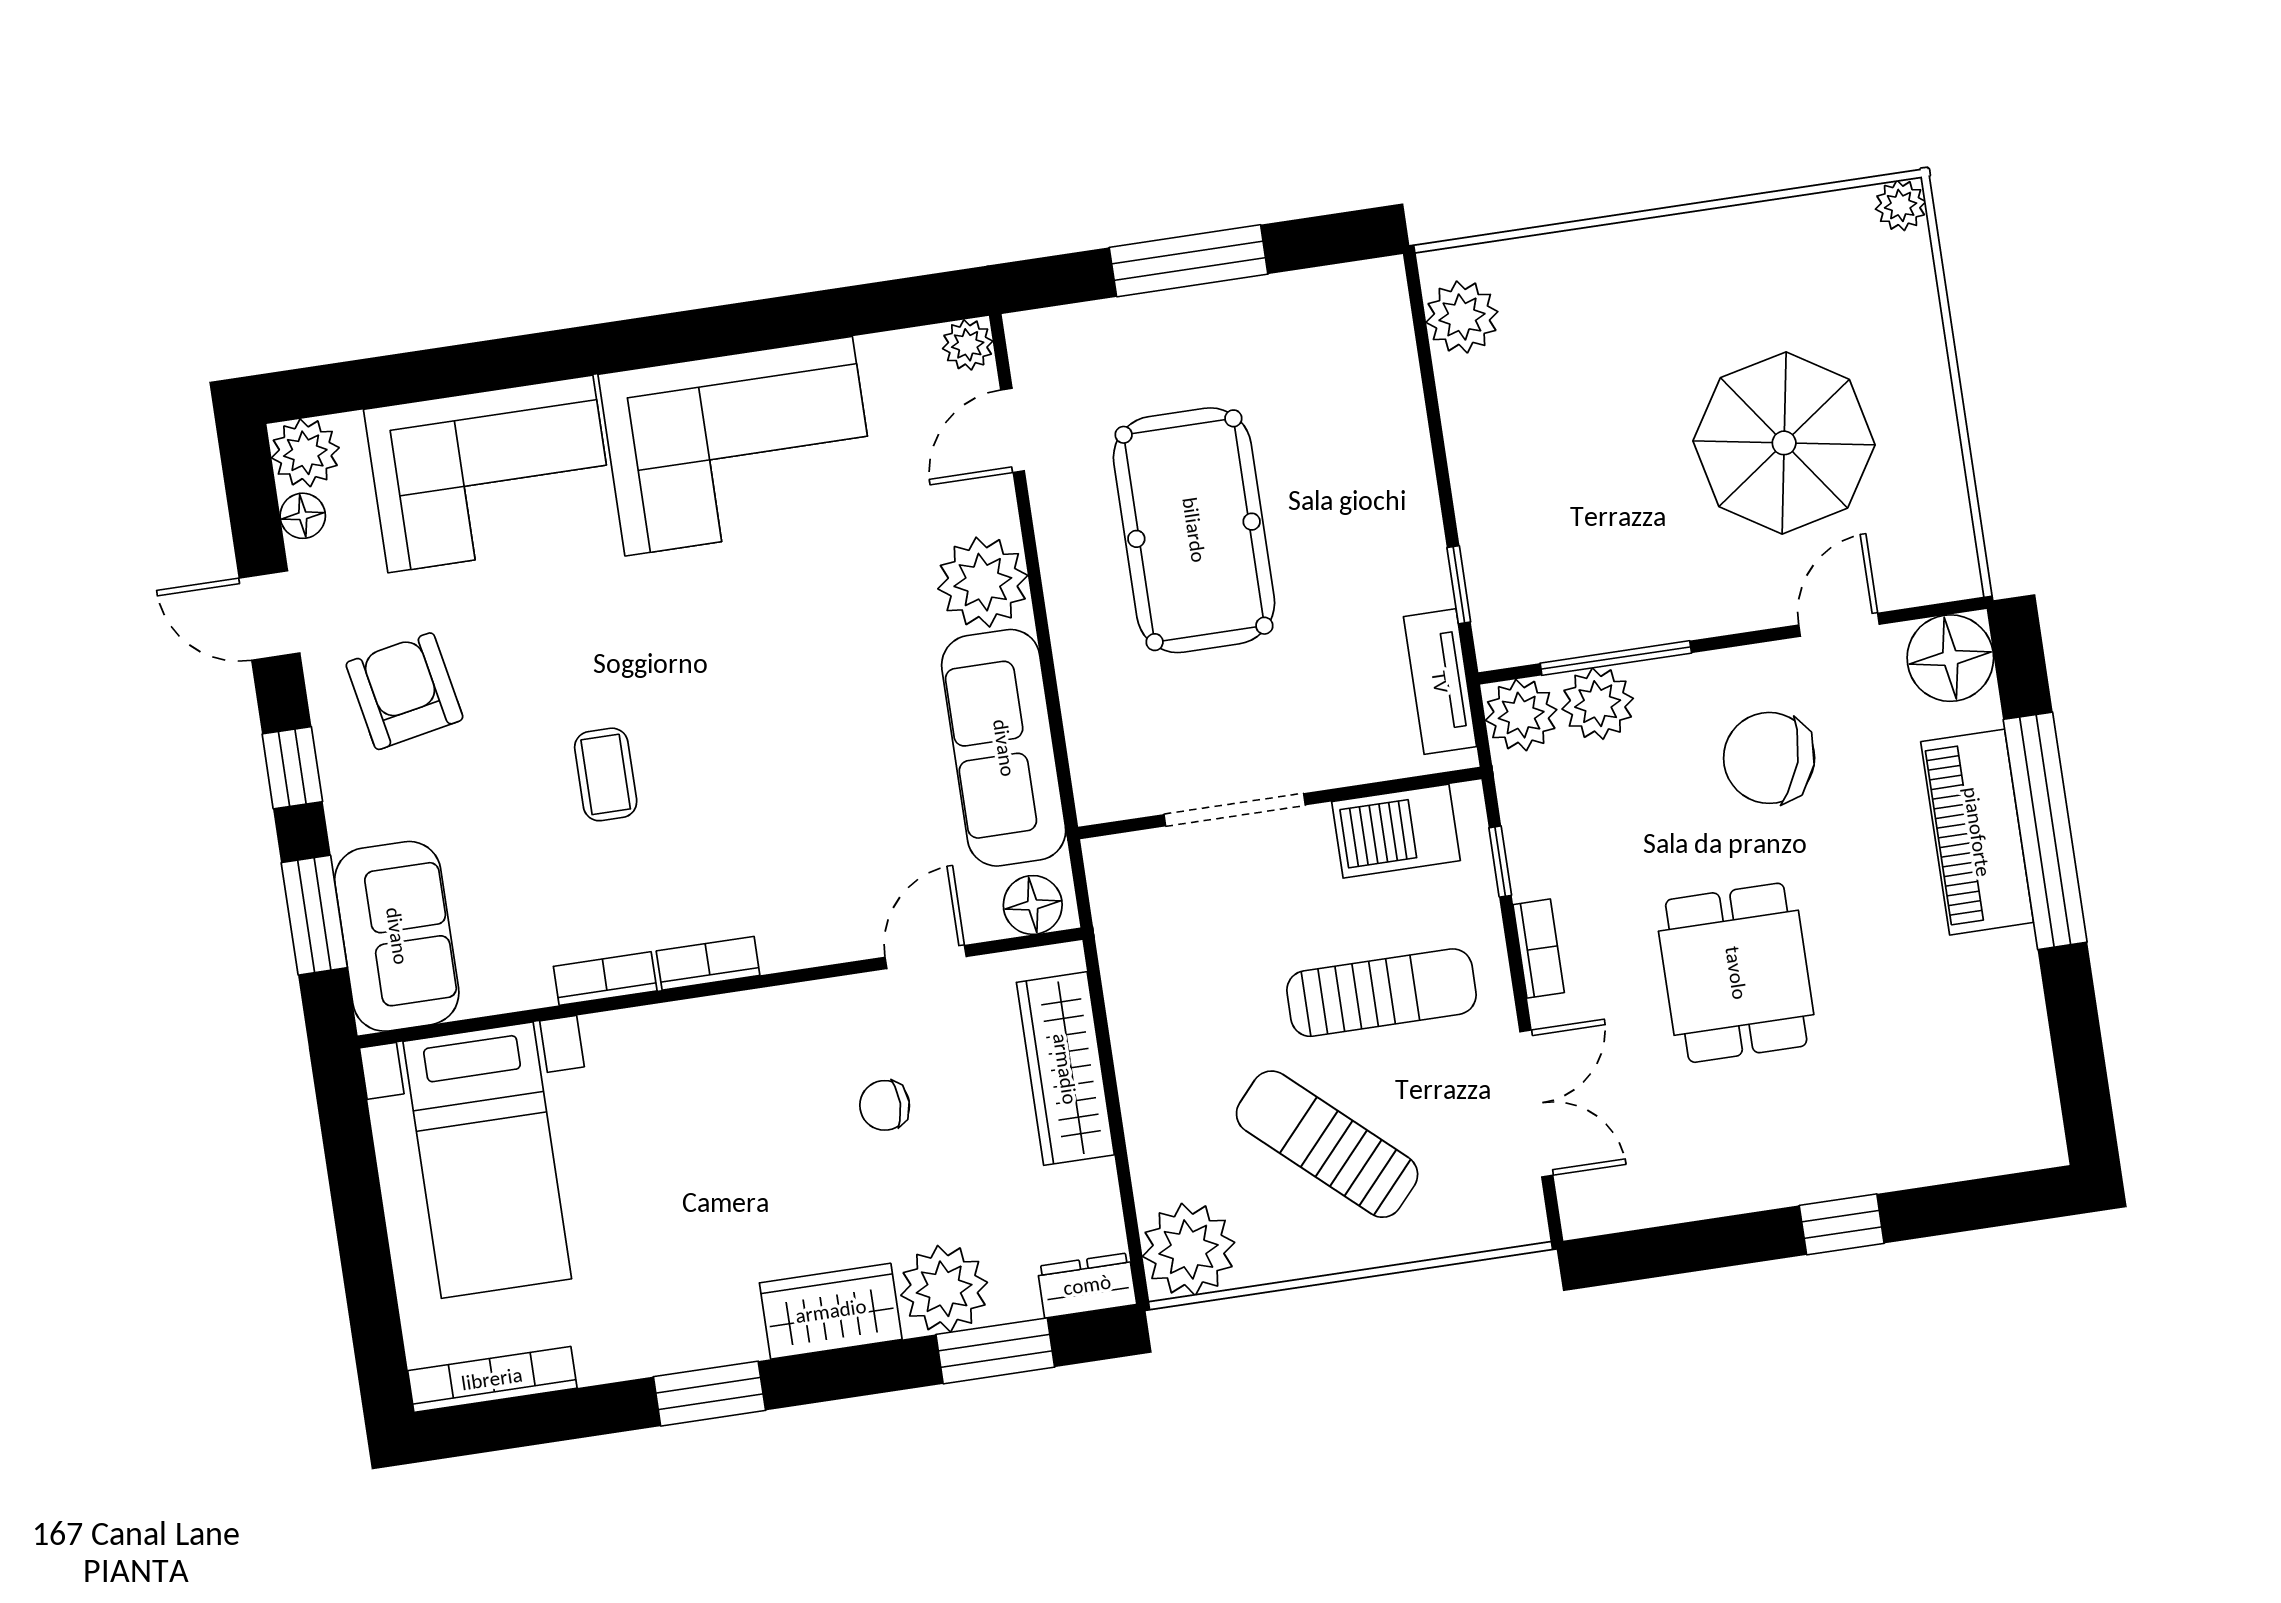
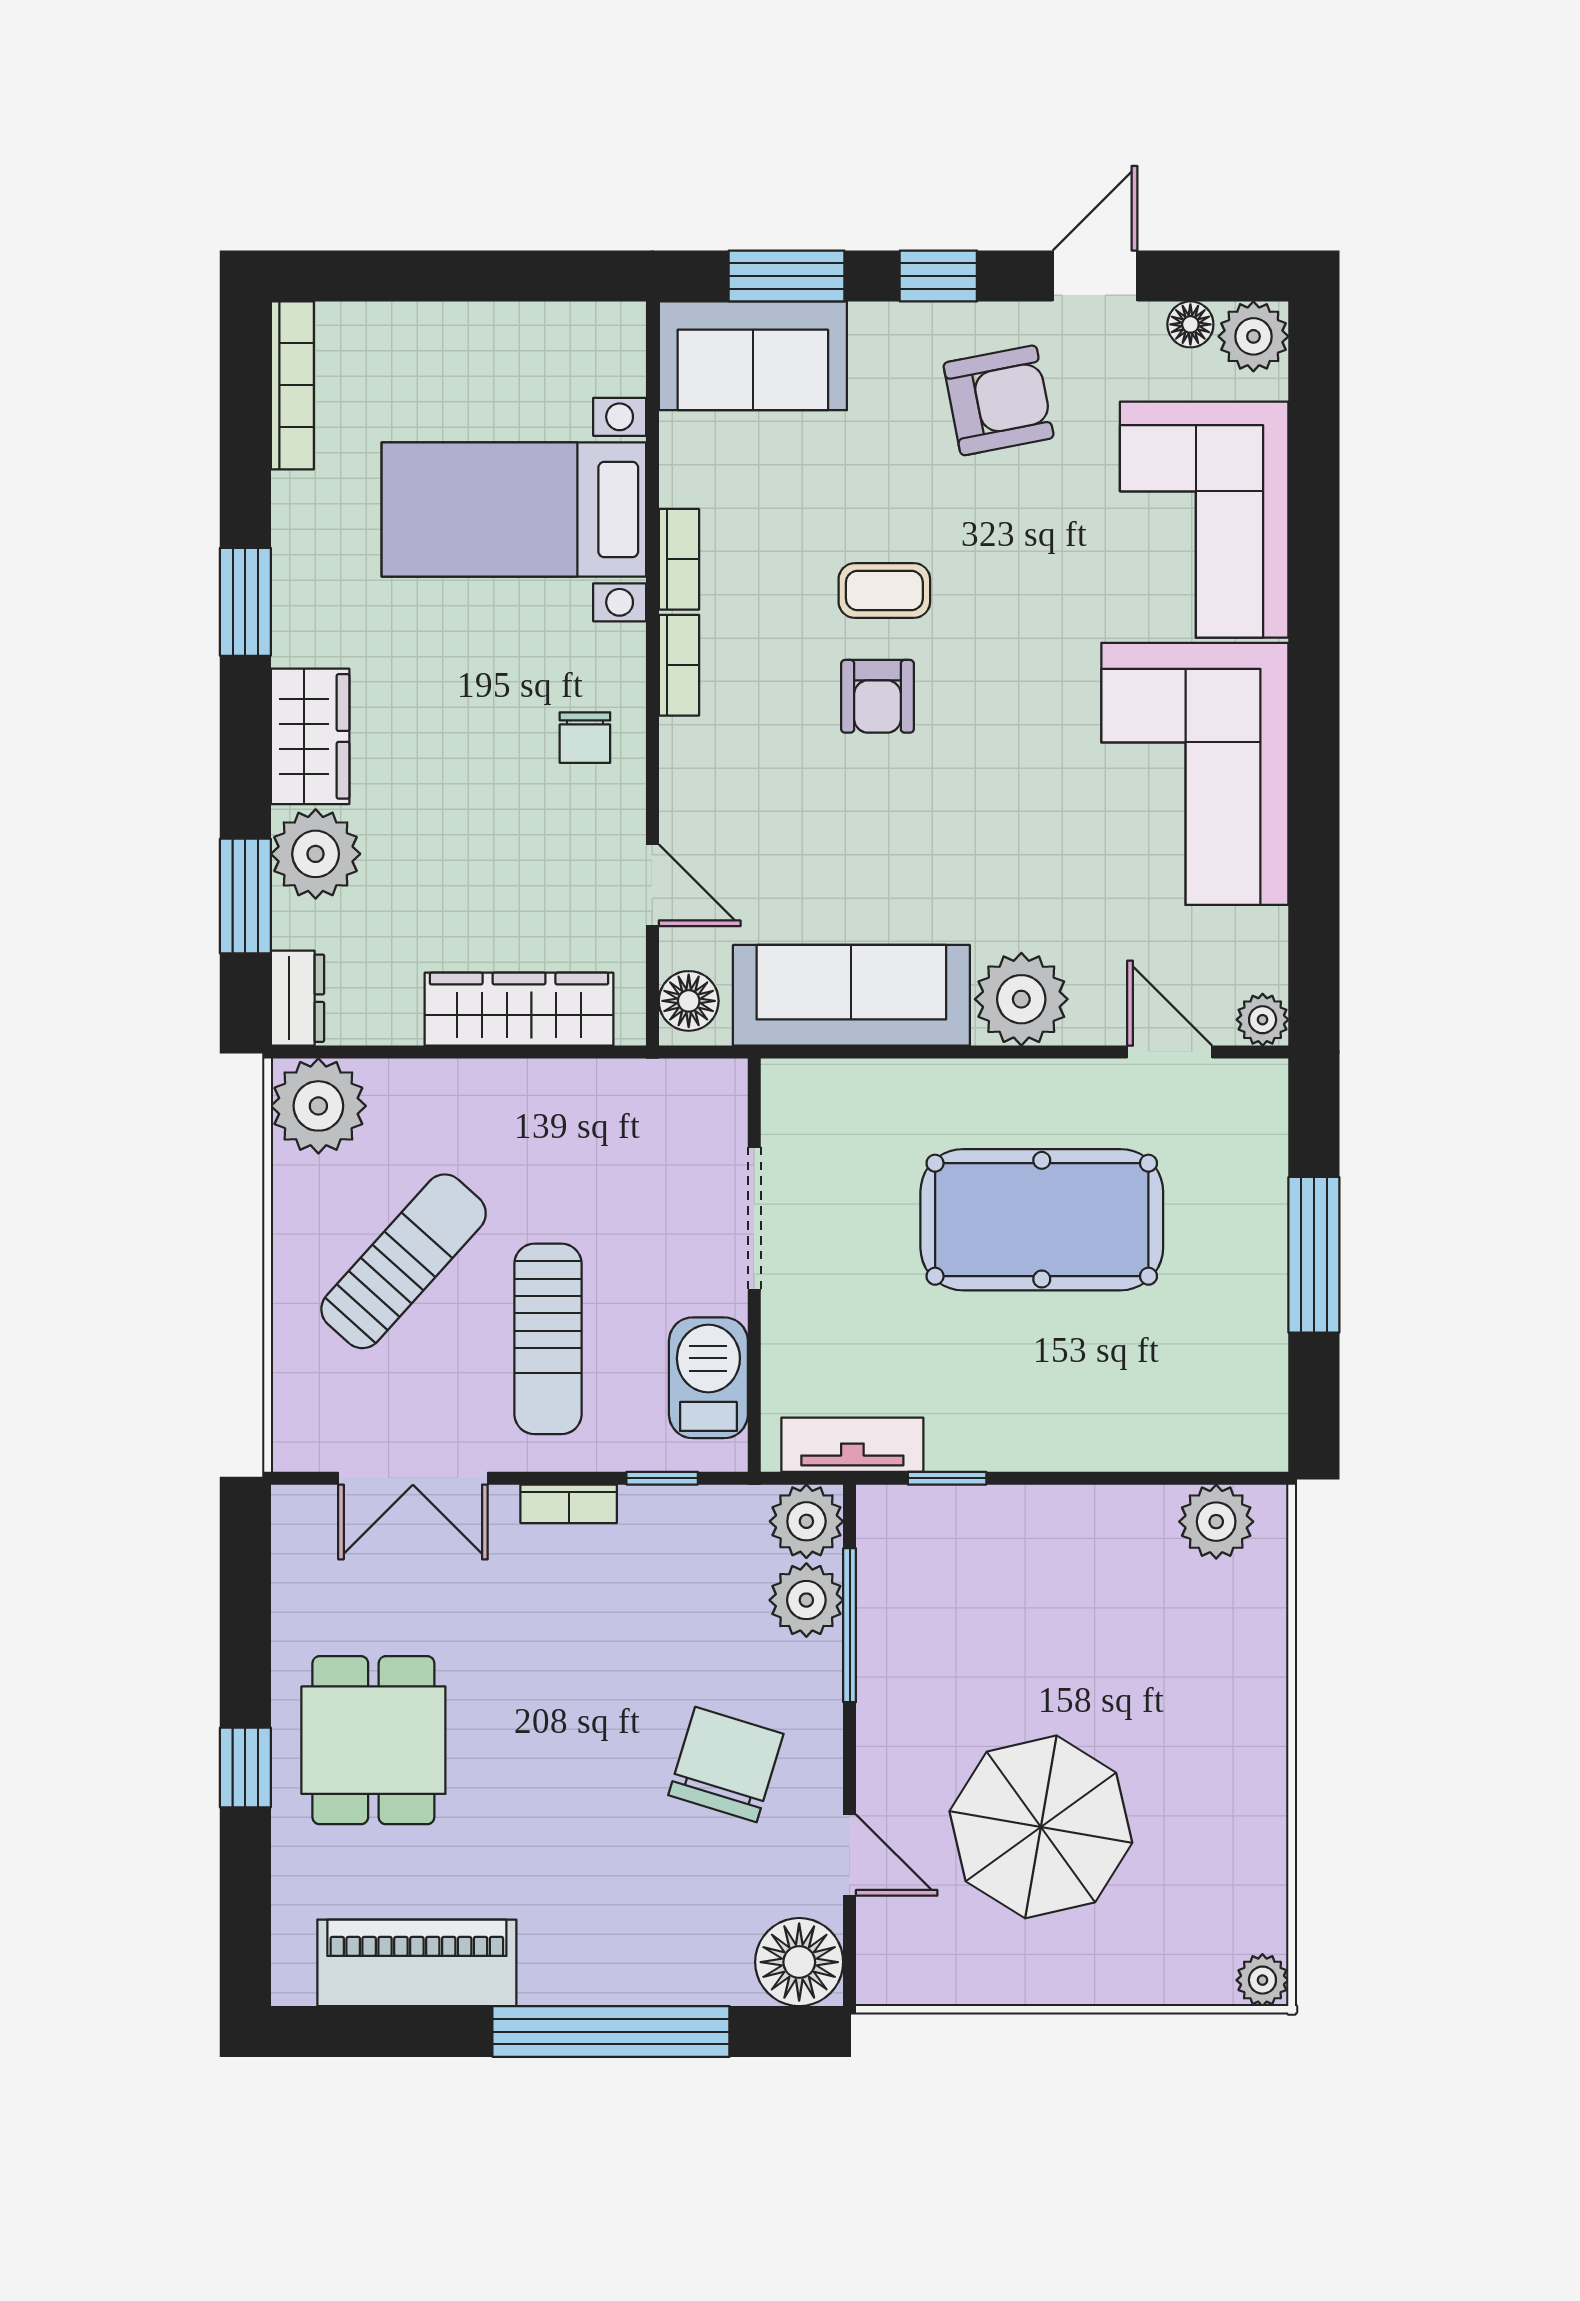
armchair: (709, 766) -> (877, 696), added
piano: (1977, 832) -> (417, 1963), moved
dining table: (1736, 973) -> (373, 1740), moved, turned 90
chair: (885, 1105) -> (585, 738), moved, turned 180
bed with nightstands: (487, 1160) -> (514, 510), moved

